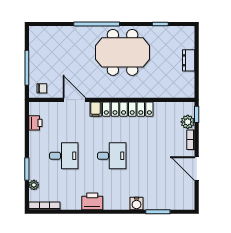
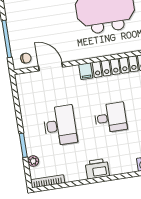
door: (74, 100) -> (51, 67), moved
printer: (35, 123) -> (25, 95), removed
desk: (64, 156) -> (60, 125), width x1.37

